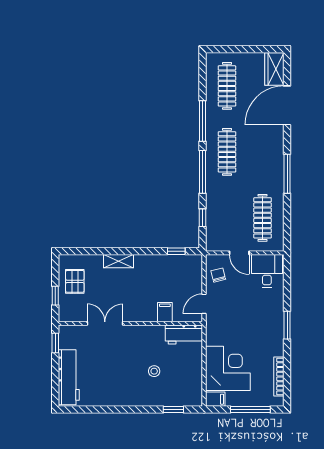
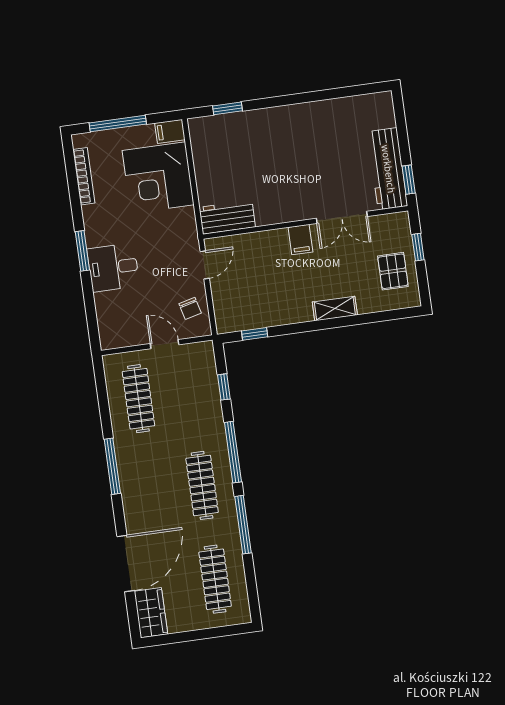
desk: (267, 271) -> (113, 267), moved, turned 90
filing cabinet: (165, 312) -> (300, 240), moved
stool: (154, 371) -> (262, 159), removed
workbench: (69, 377) -> (388, 169), moved

